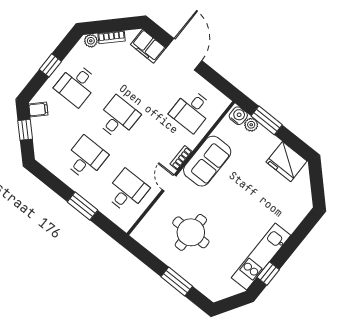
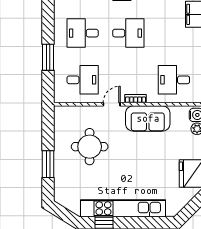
desk: (86, 158) -> (83, 33), turned 180
kitchen unit: (261, 257) -> (123, 208), width x1.36

